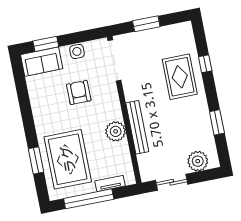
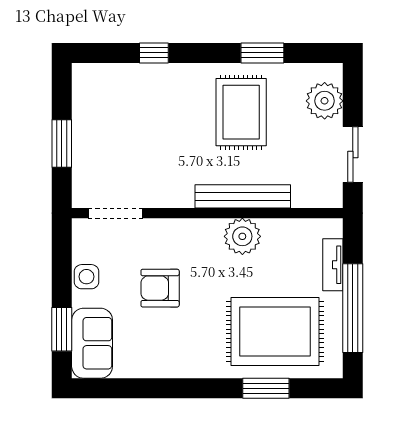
doorway: (114, 60) -> (116, 213), width x0.73
rug: (180, 77) -> (241, 112), moved, turned 90

